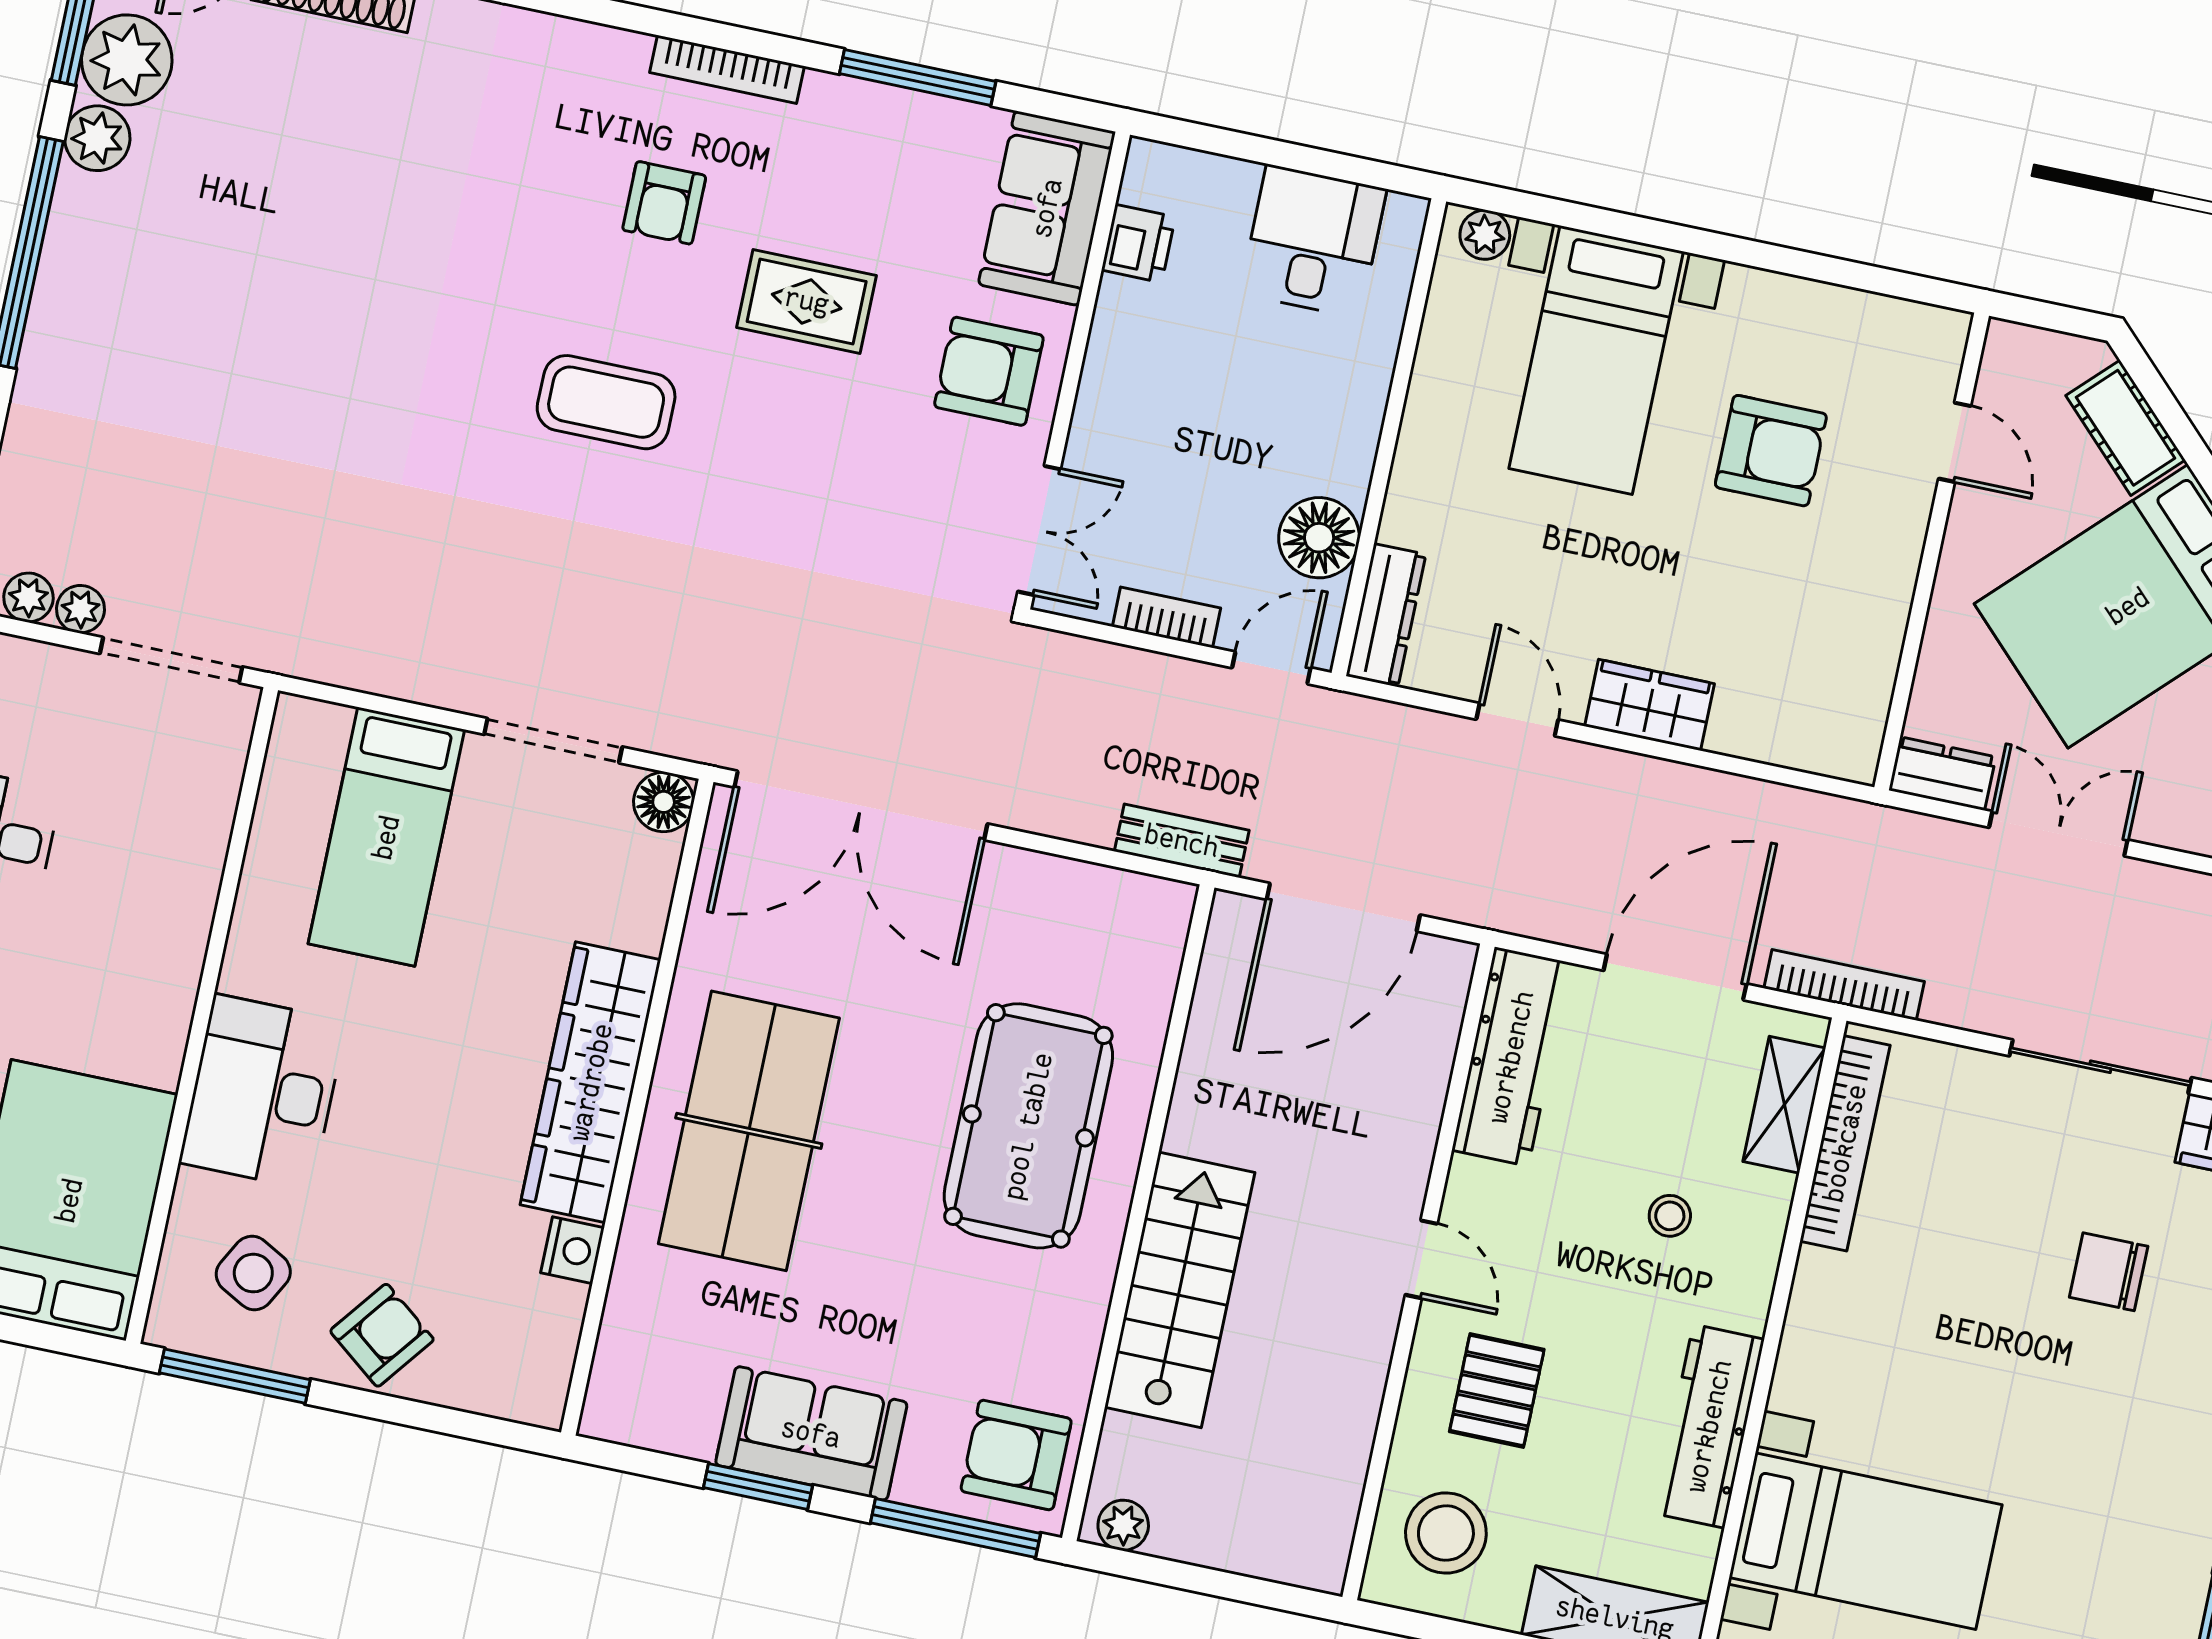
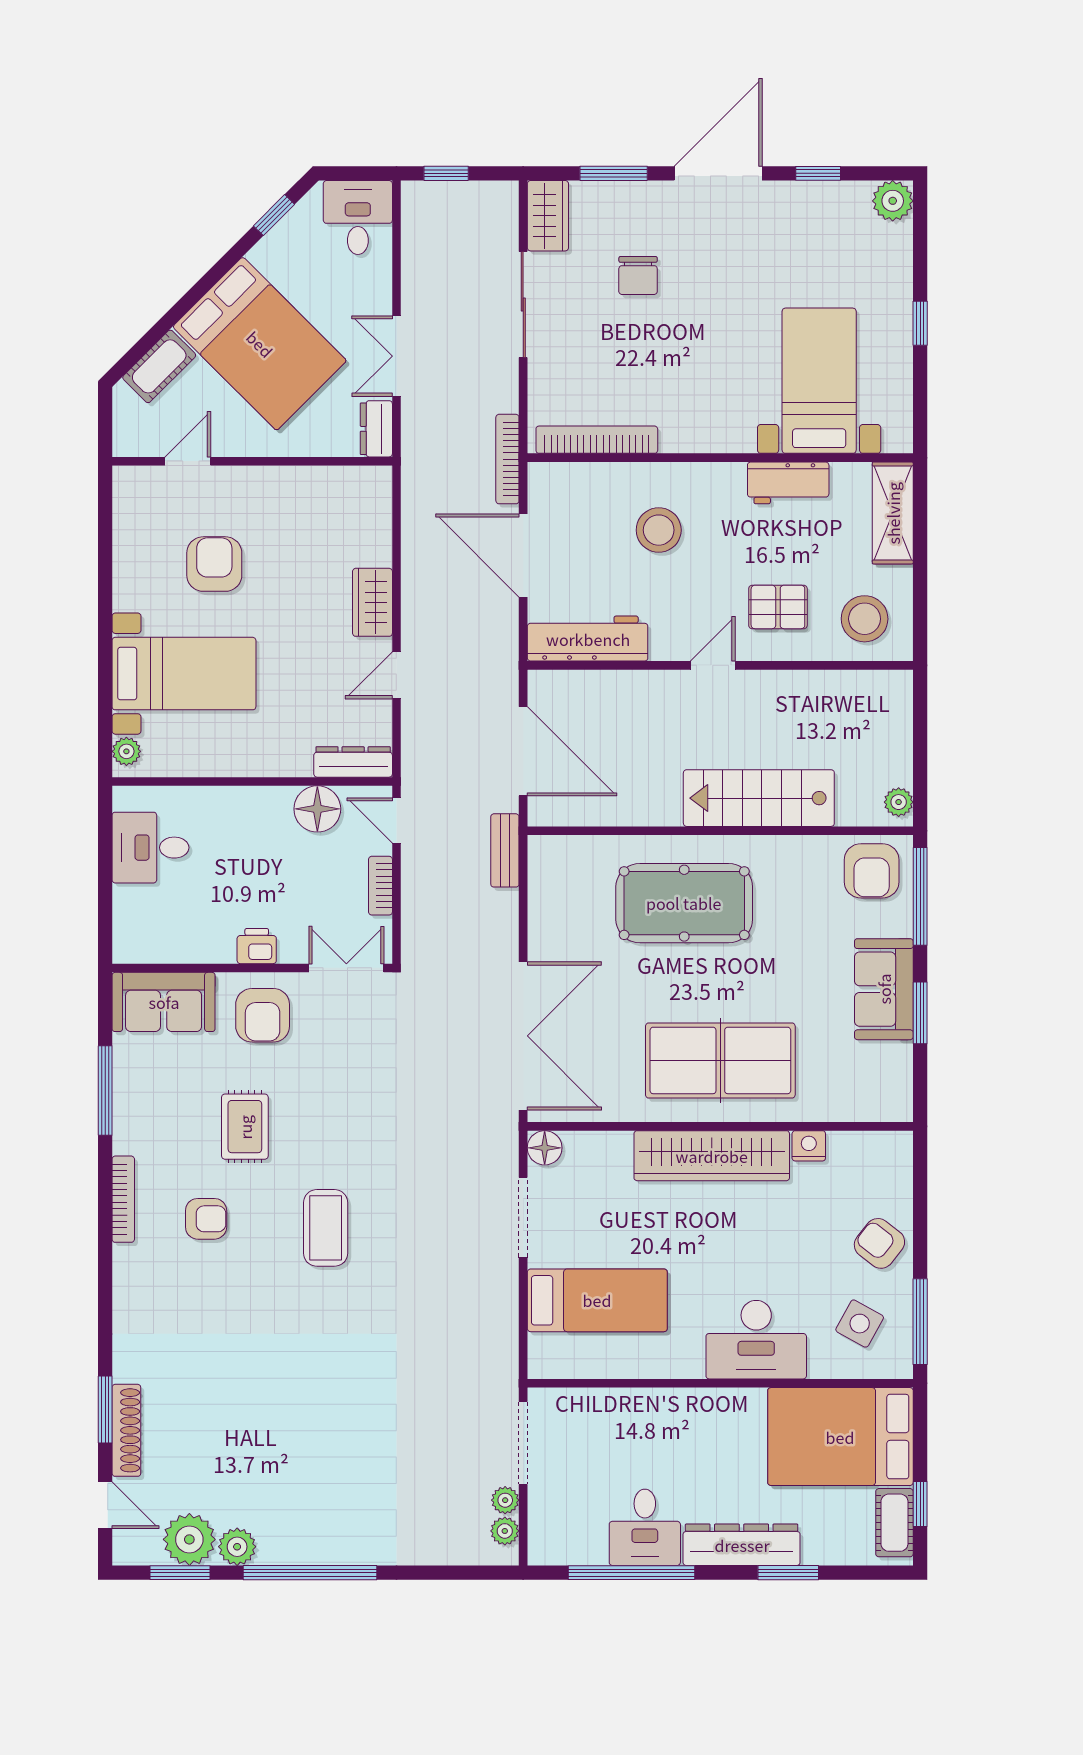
printer: (1138, 243) -> (257, 946), moved
shelving: (1784, 1105) -> (582, 479), removed
stool: (1670, 1216) -> (659, 530), width x1.89, depth x1.89
workbench: (1709, 1426) -> (788, 483), width x0.73

